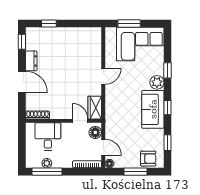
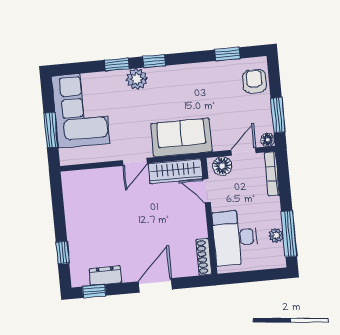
dresser: (31, 61) -> (105, 276), moved
door: (103, 76) -> (135, 162), swing flipped
wardrobe: (95, 108) -> (175, 171), width x1.50
window: (168, 108) -> (154, 61), moved
sofa: (153, 109) -> (181, 138), moved, turned 180
door: (80, 121) -> (207, 191), hinge flipped
desk: (48, 137) -> (235, 238), width x1.37
window: (136, 172) -> (278, 115), moved

